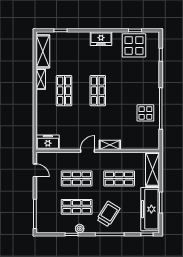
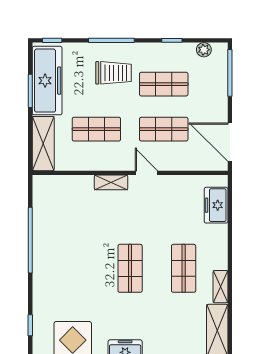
display table: (145, 113) -> (55, 233), removed
freezer: (48, 142) -> (216, 205), moved, turned 90
door: (88, 151) -> (146, 173), swing flipped
door: (35, 170) -> (230, 142), width x1.87
trolley: (108, 214) -> (113, 73), turned -122
plant: (80, 229) -> (204, 50), moved

